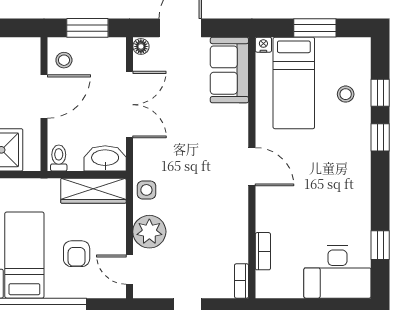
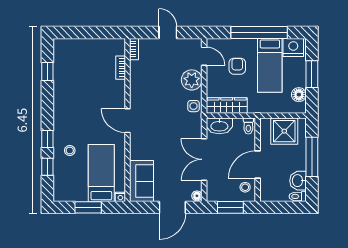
stool: (346, 94) -> (70, 150), moved
desk: (337, 272) -> (74, 55), removed

